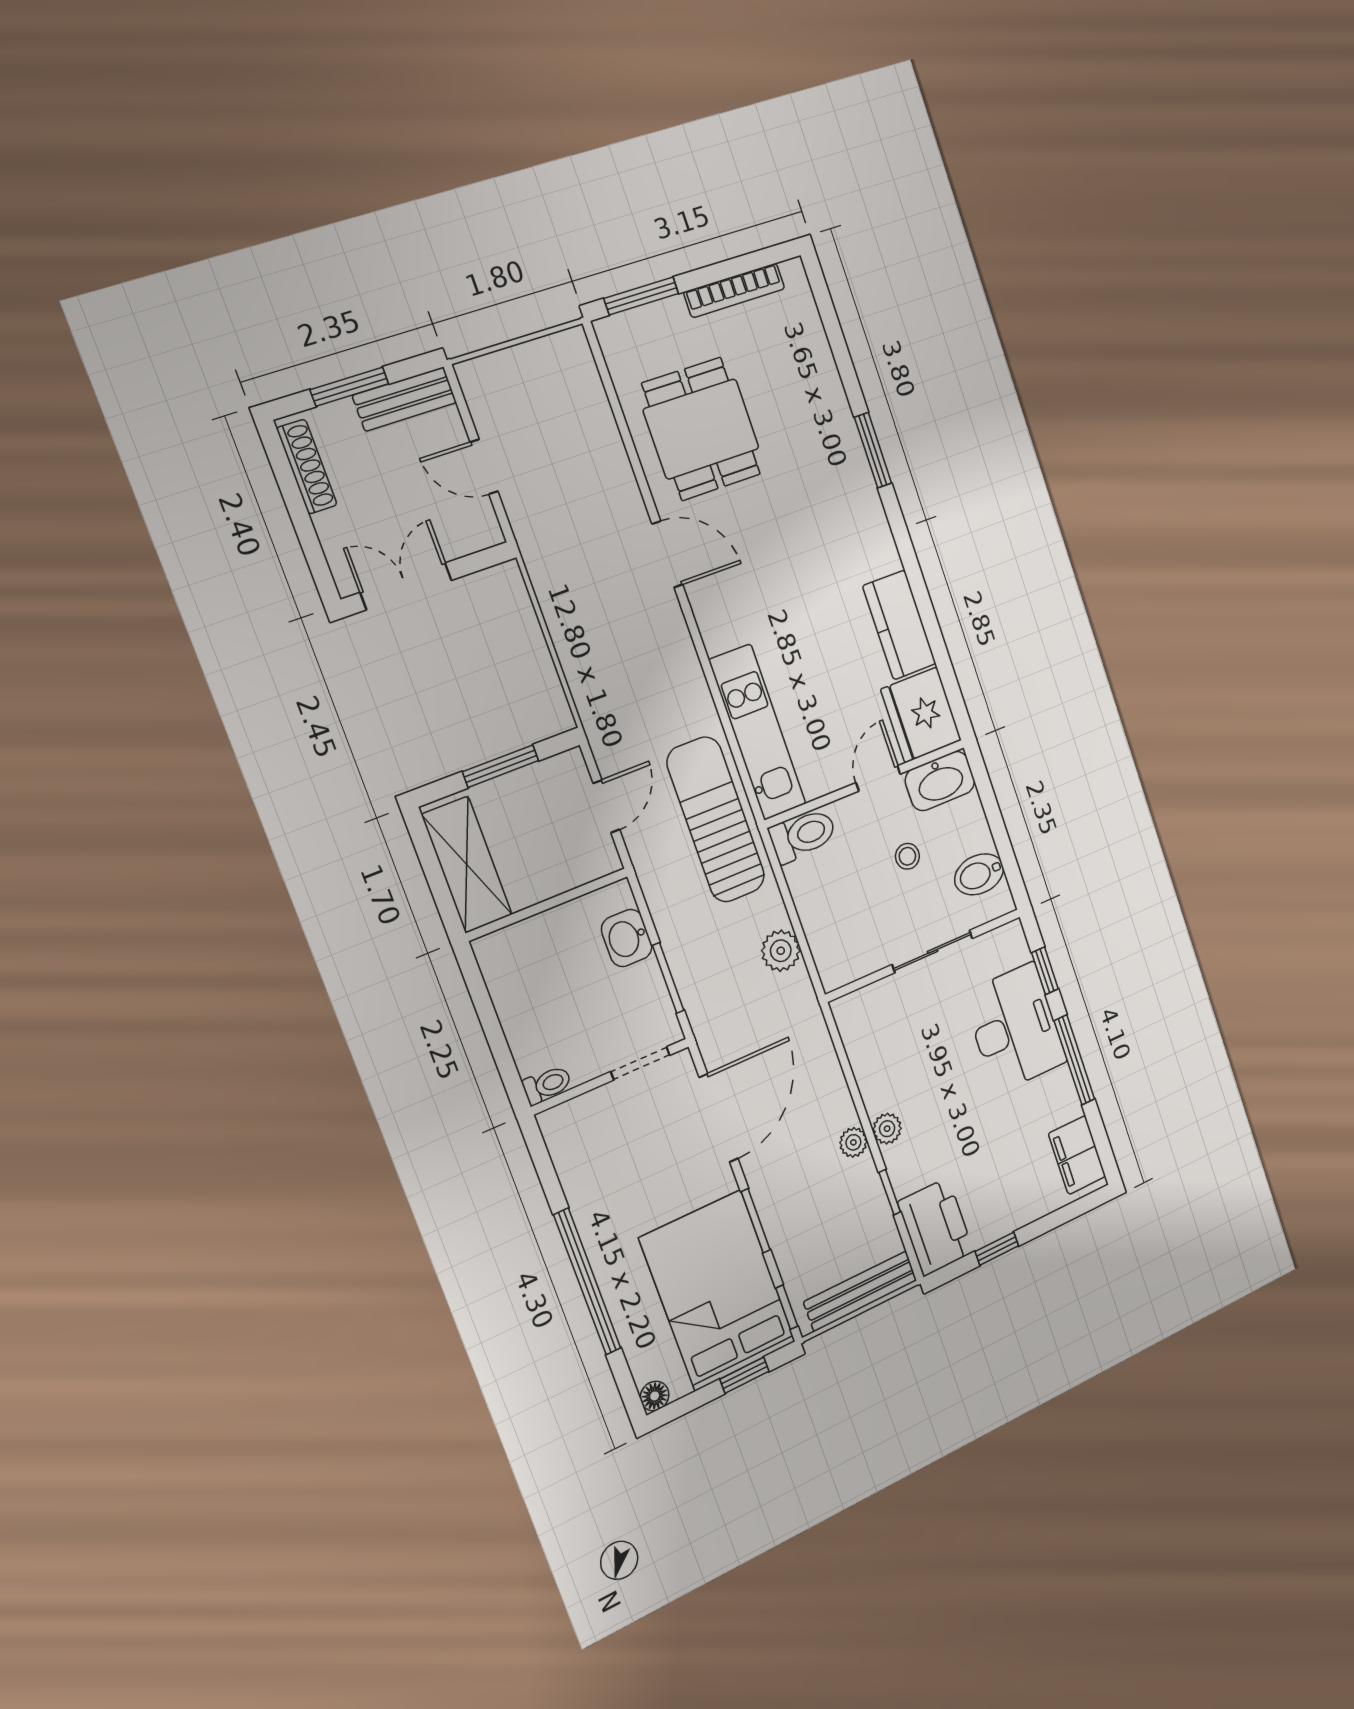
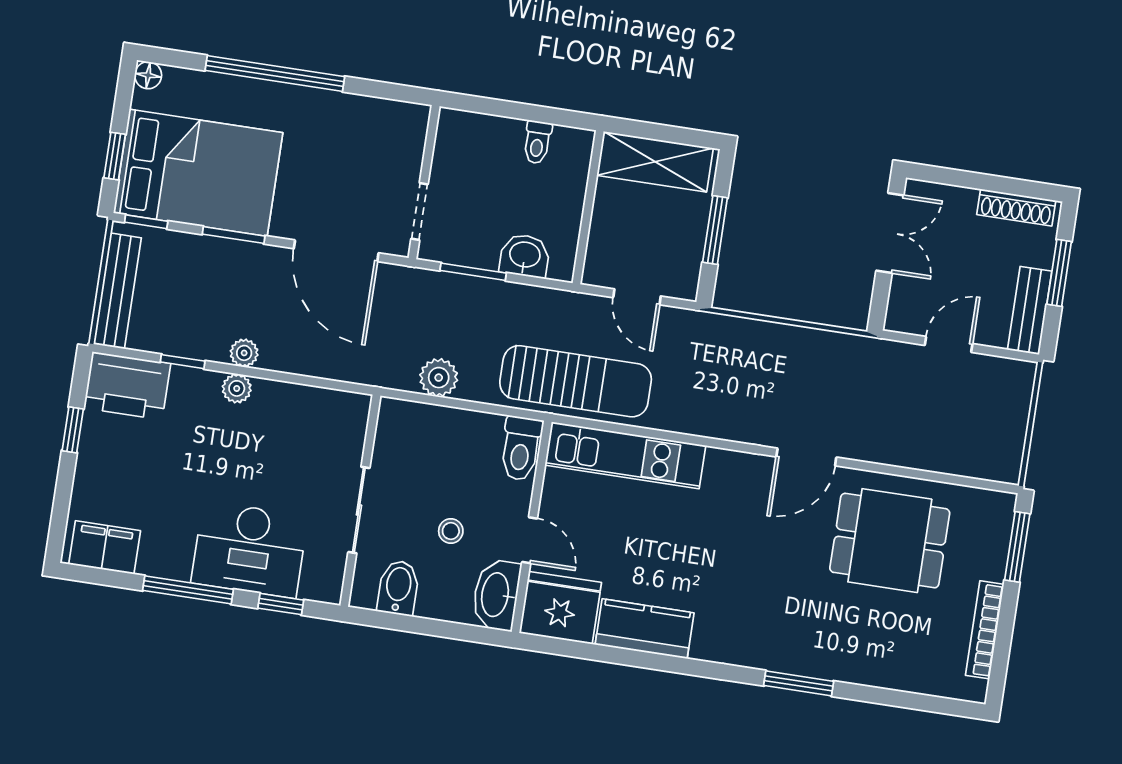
toilet: (547, 1085) -> (537, 142), moved

